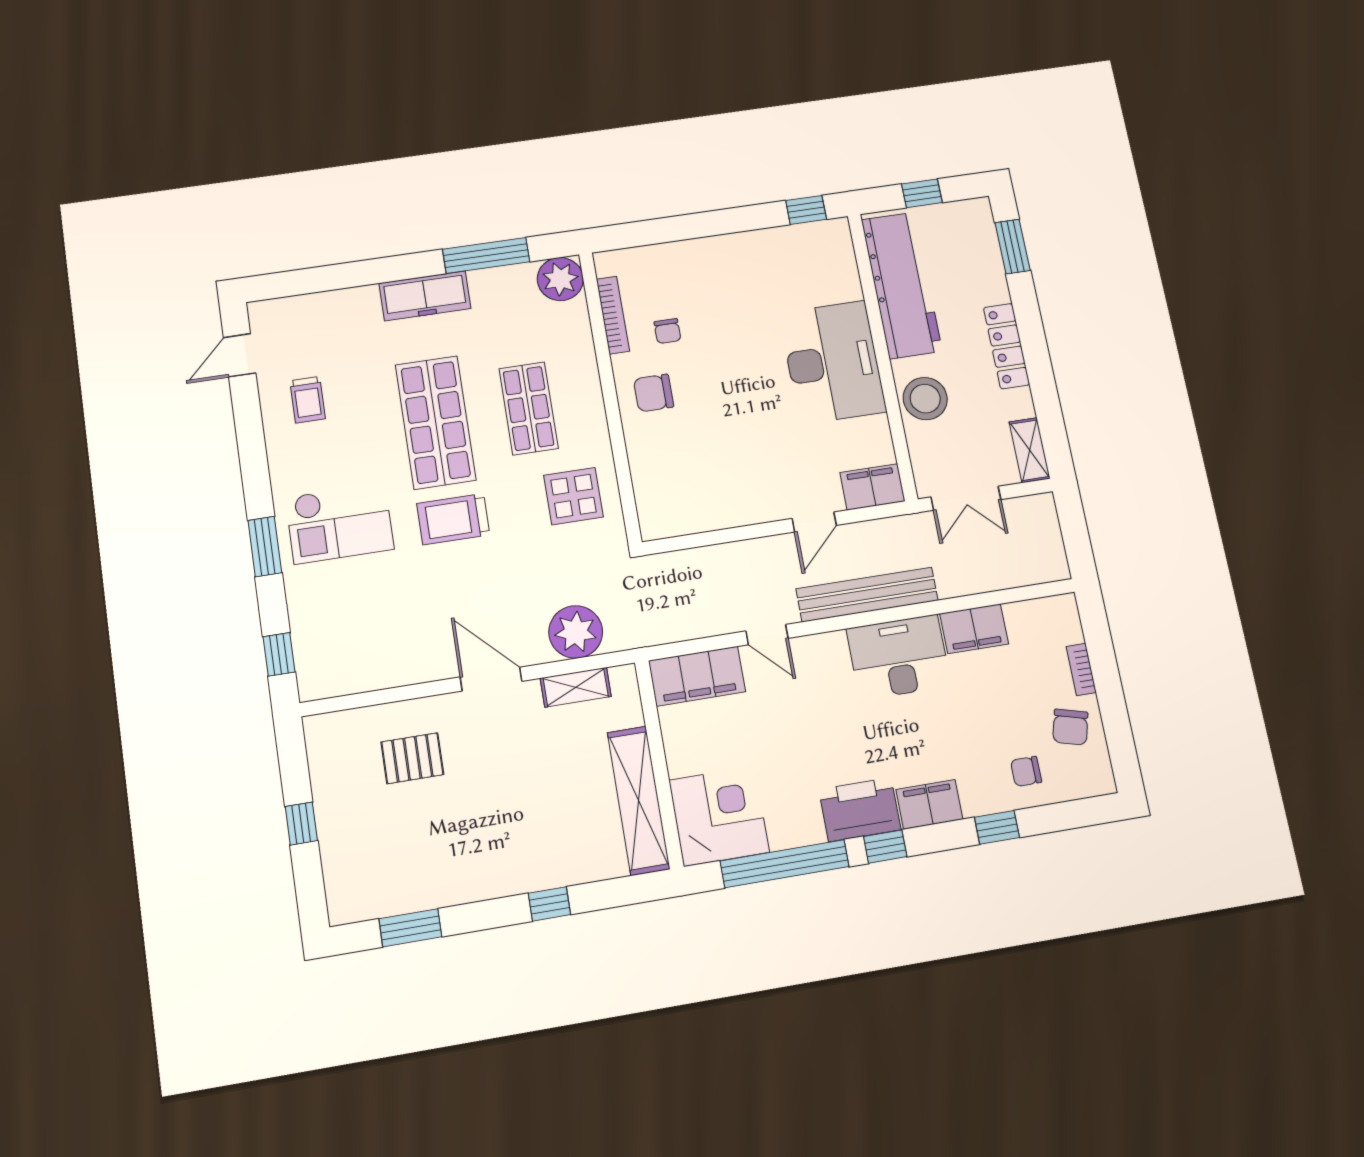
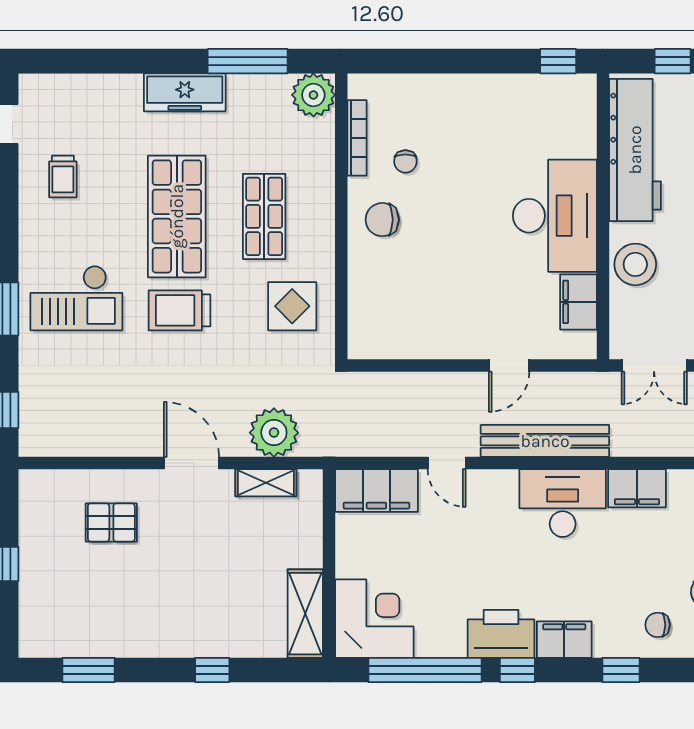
filing cabinet: (872, 487) -> (579, 302), moved, turned -90
shelving: (639, 800) -> (305, 614), width x0.68

